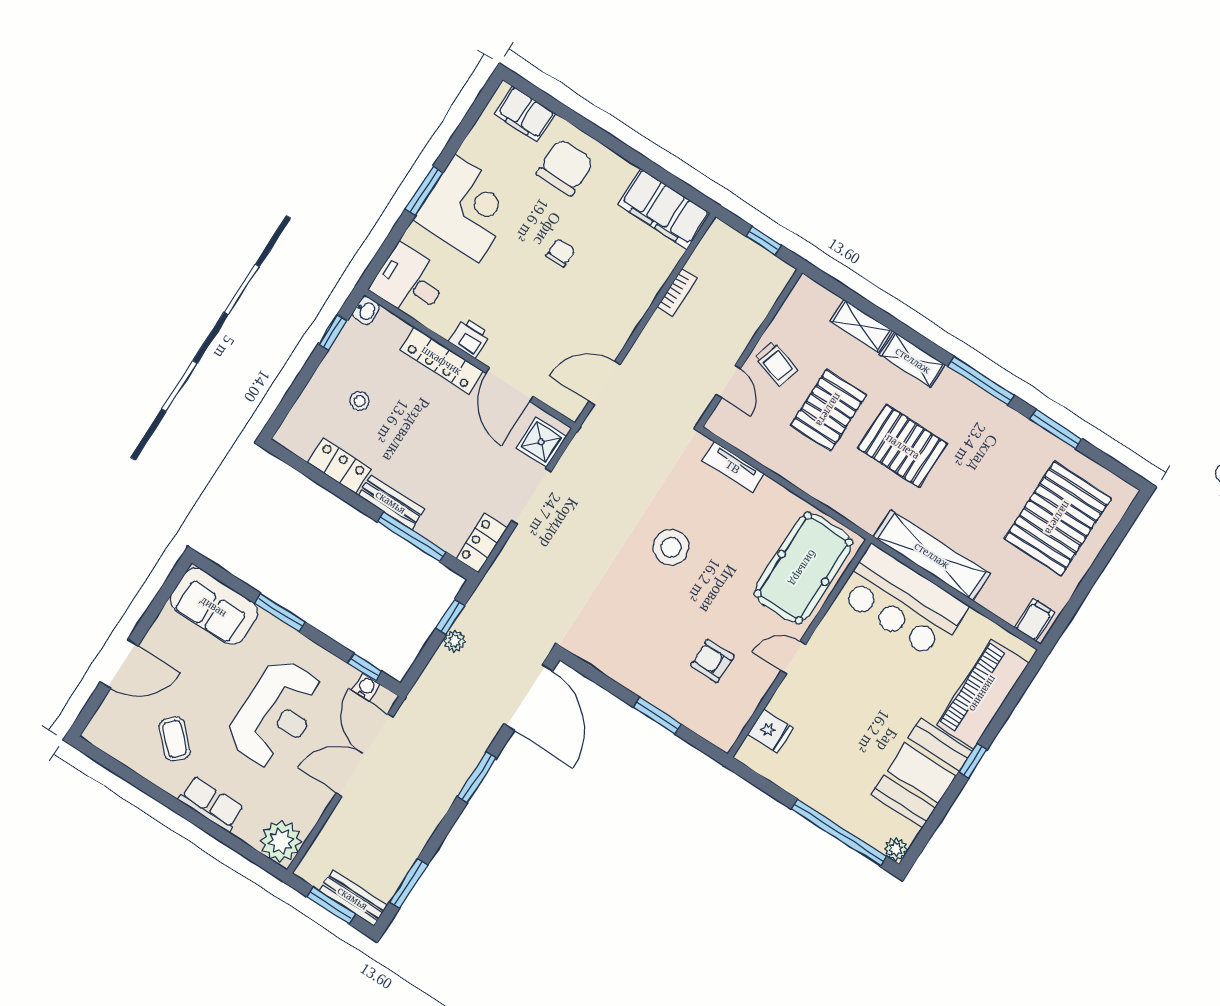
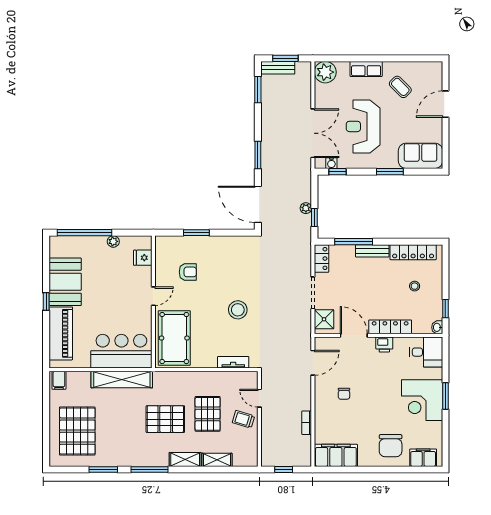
chair: (561, 253) -> (344, 394), moved
locker: (339, 466) -> (413, 252), width x1.53
plant: (896, 849) -> (113, 241), moved

